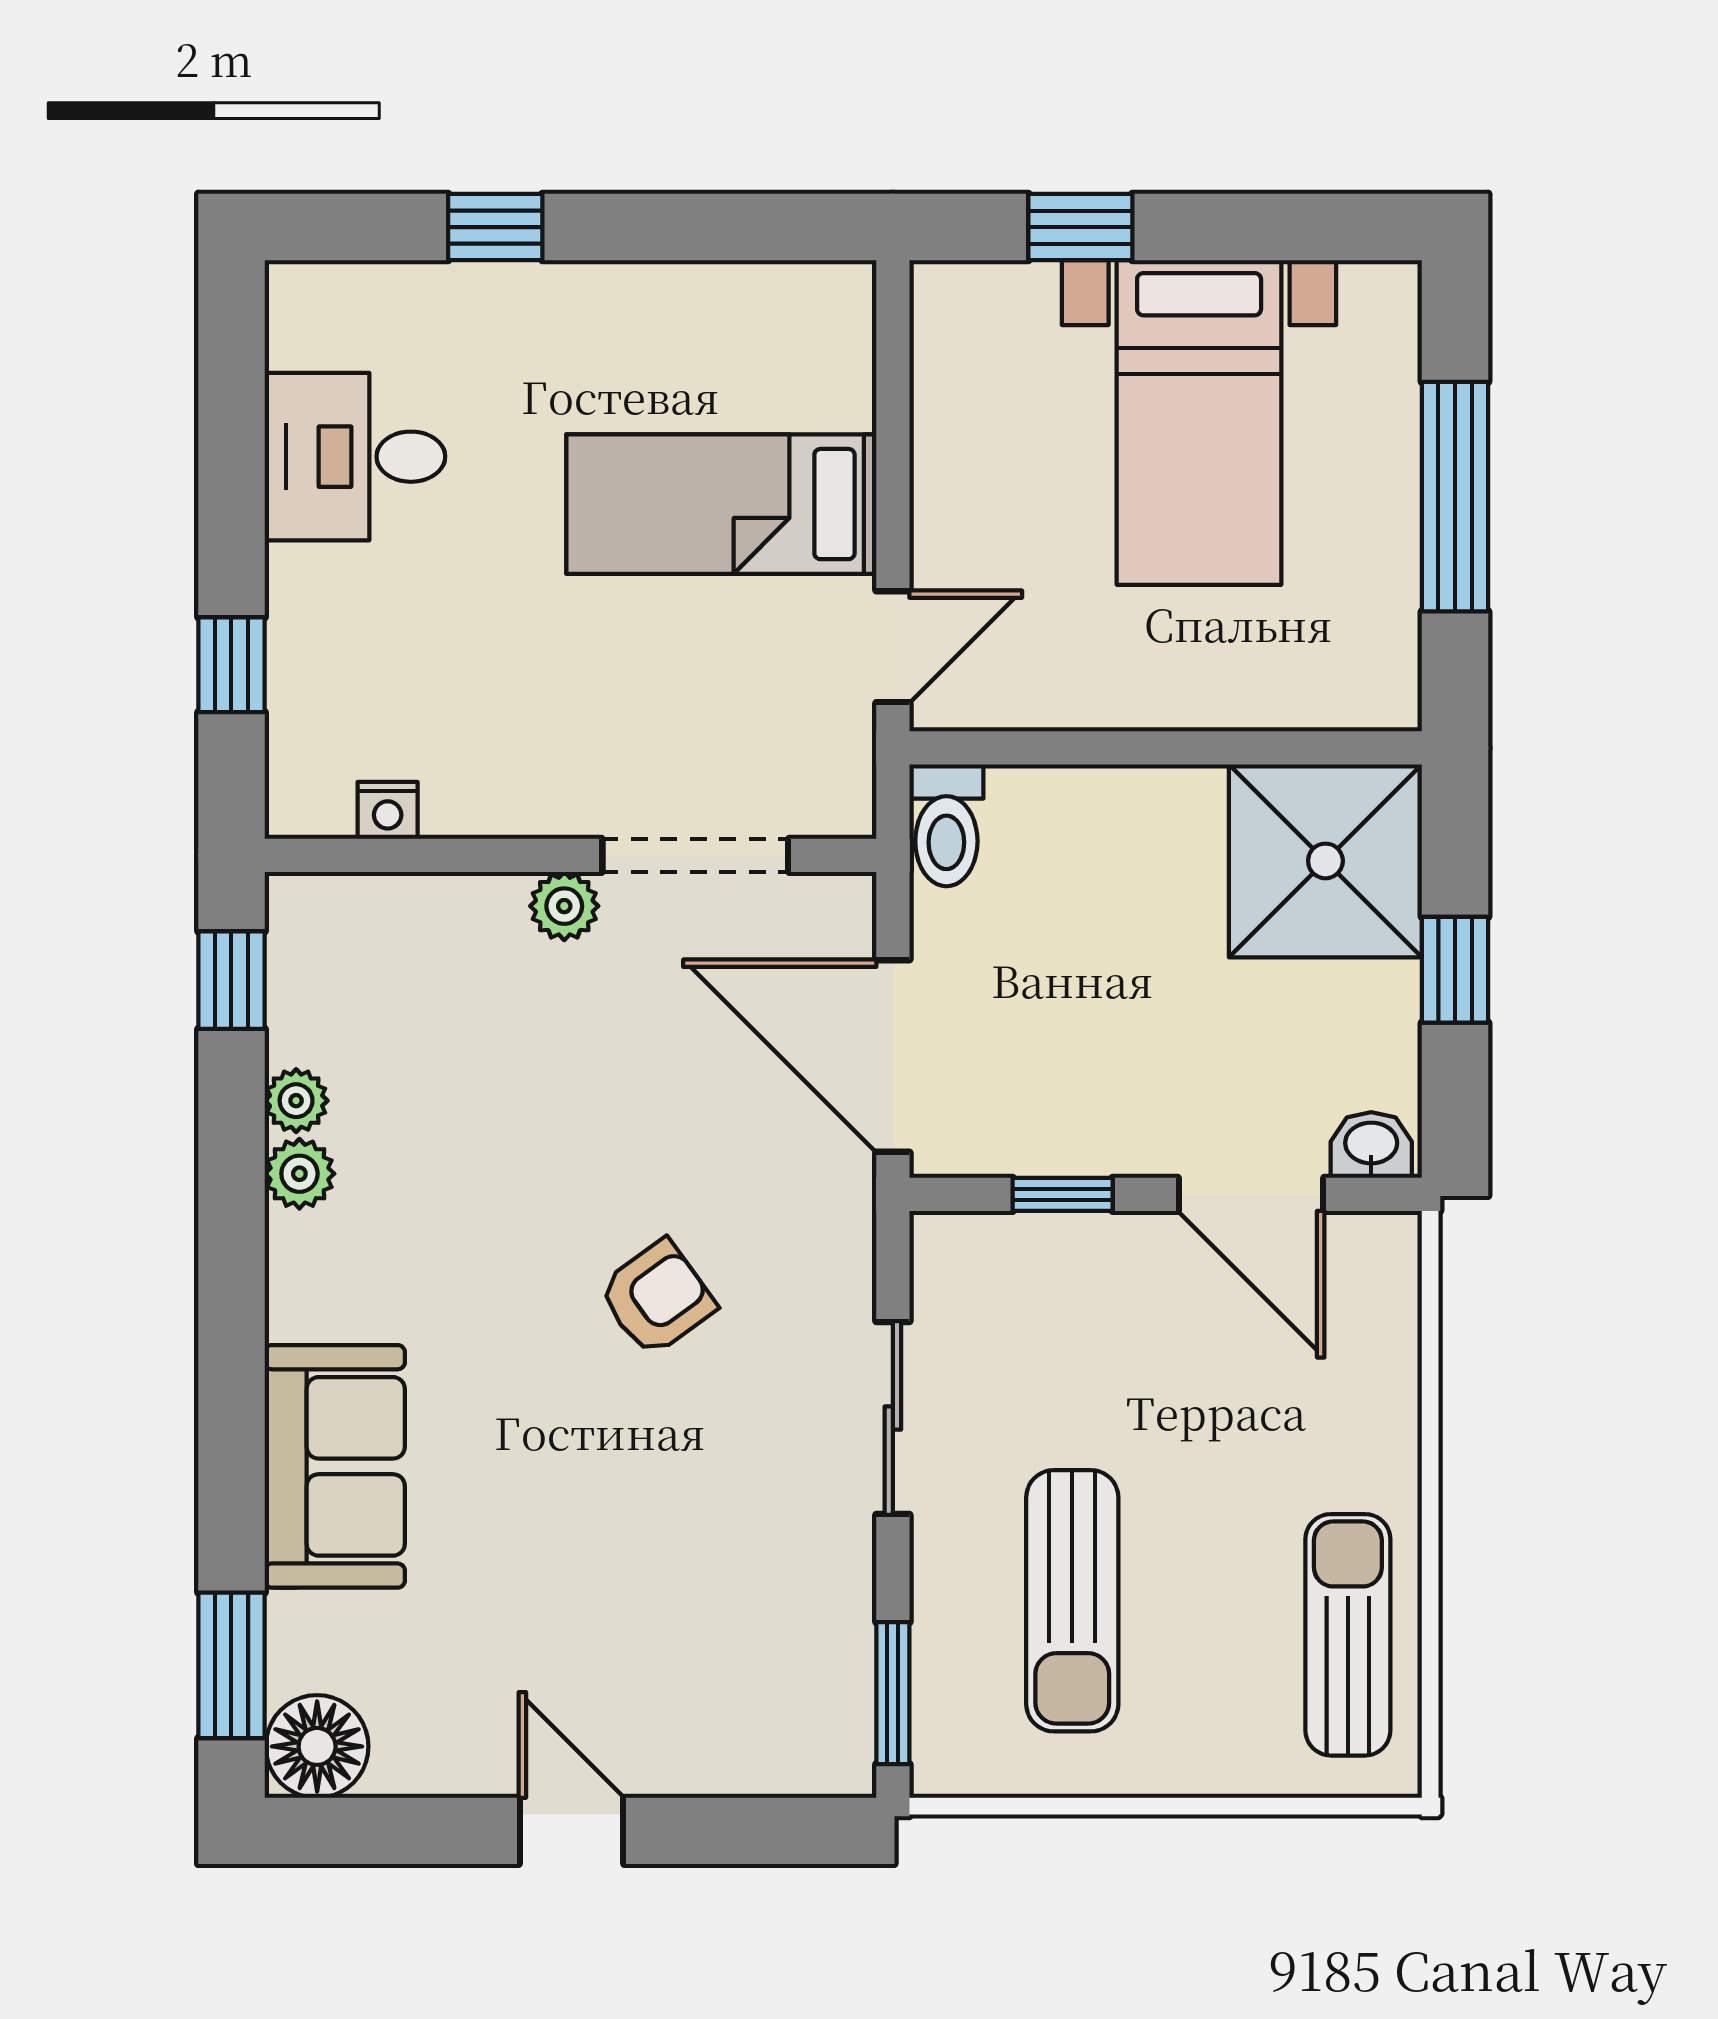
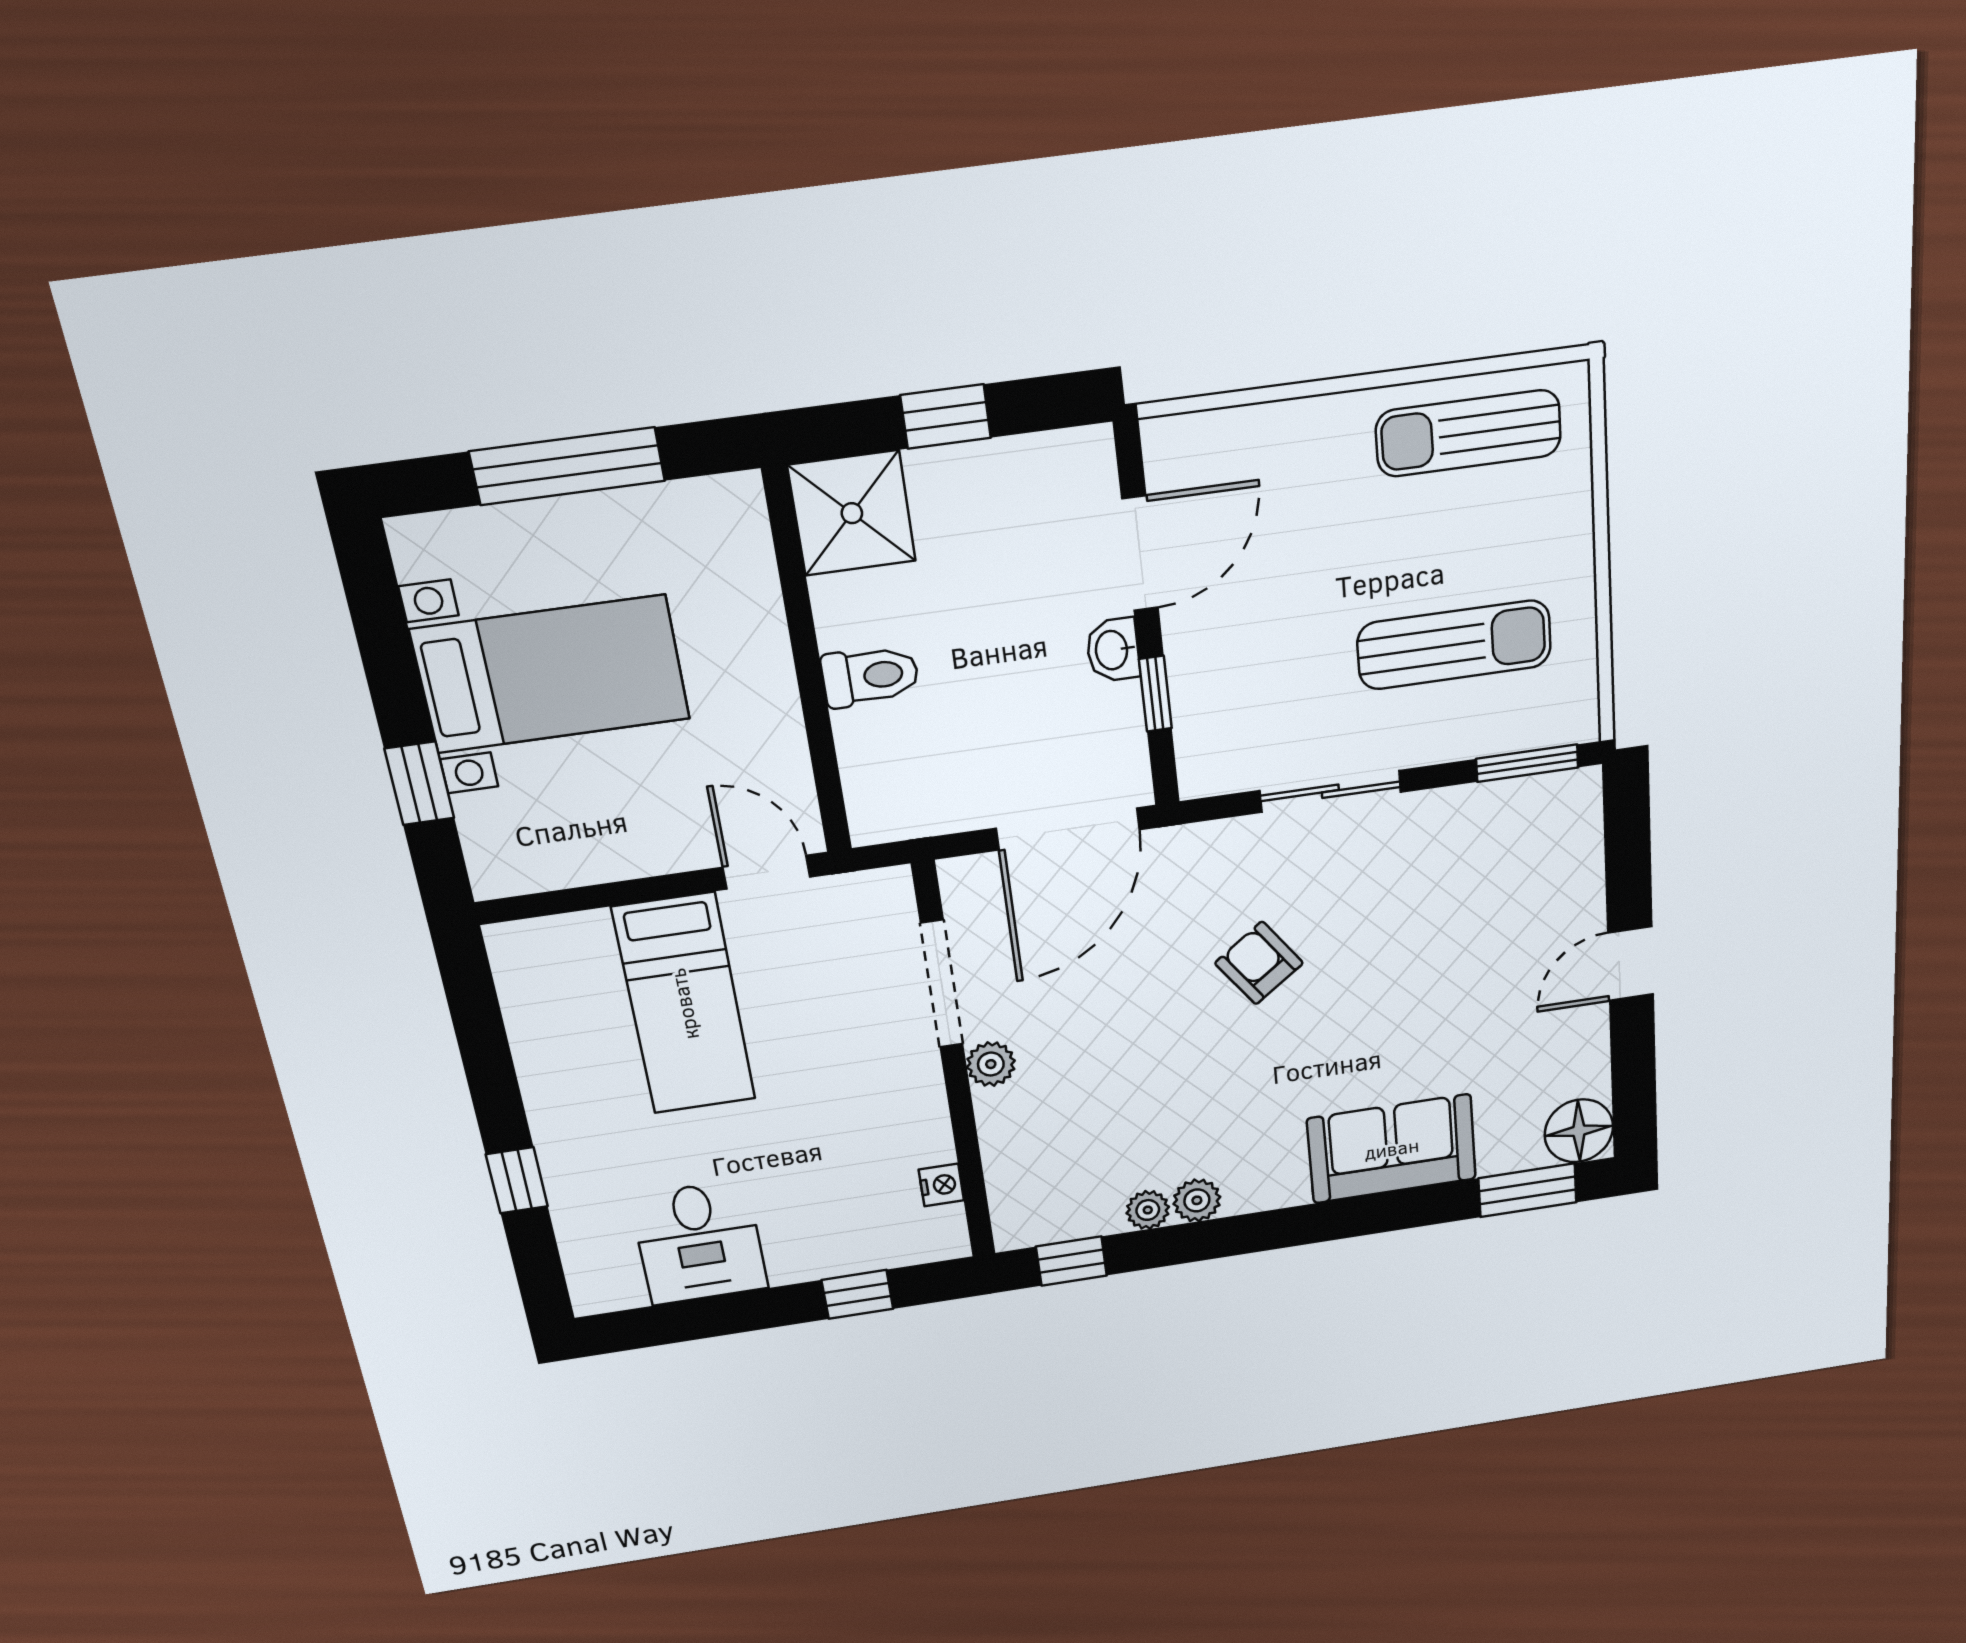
toilet: (946, 825) -> (870, 676), moved
shower: (1325, 861) -> (852, 513), width x0.73, depth x0.73
washbasin: (1371, 1145) -> (1113, 650), moved

